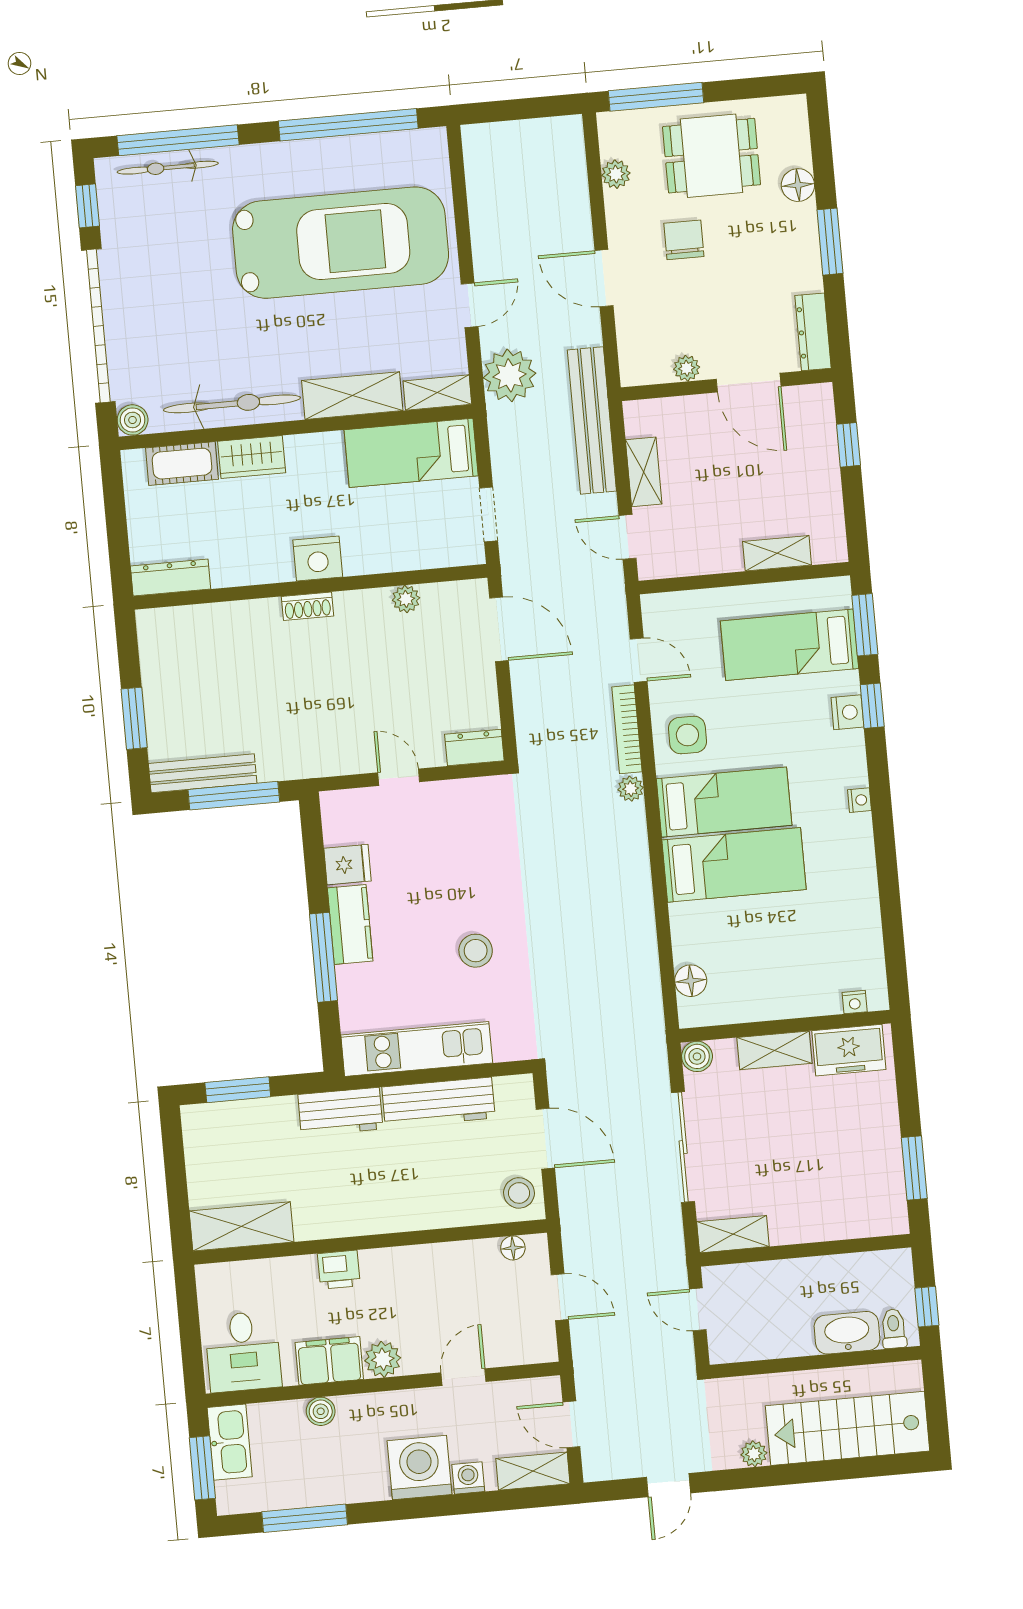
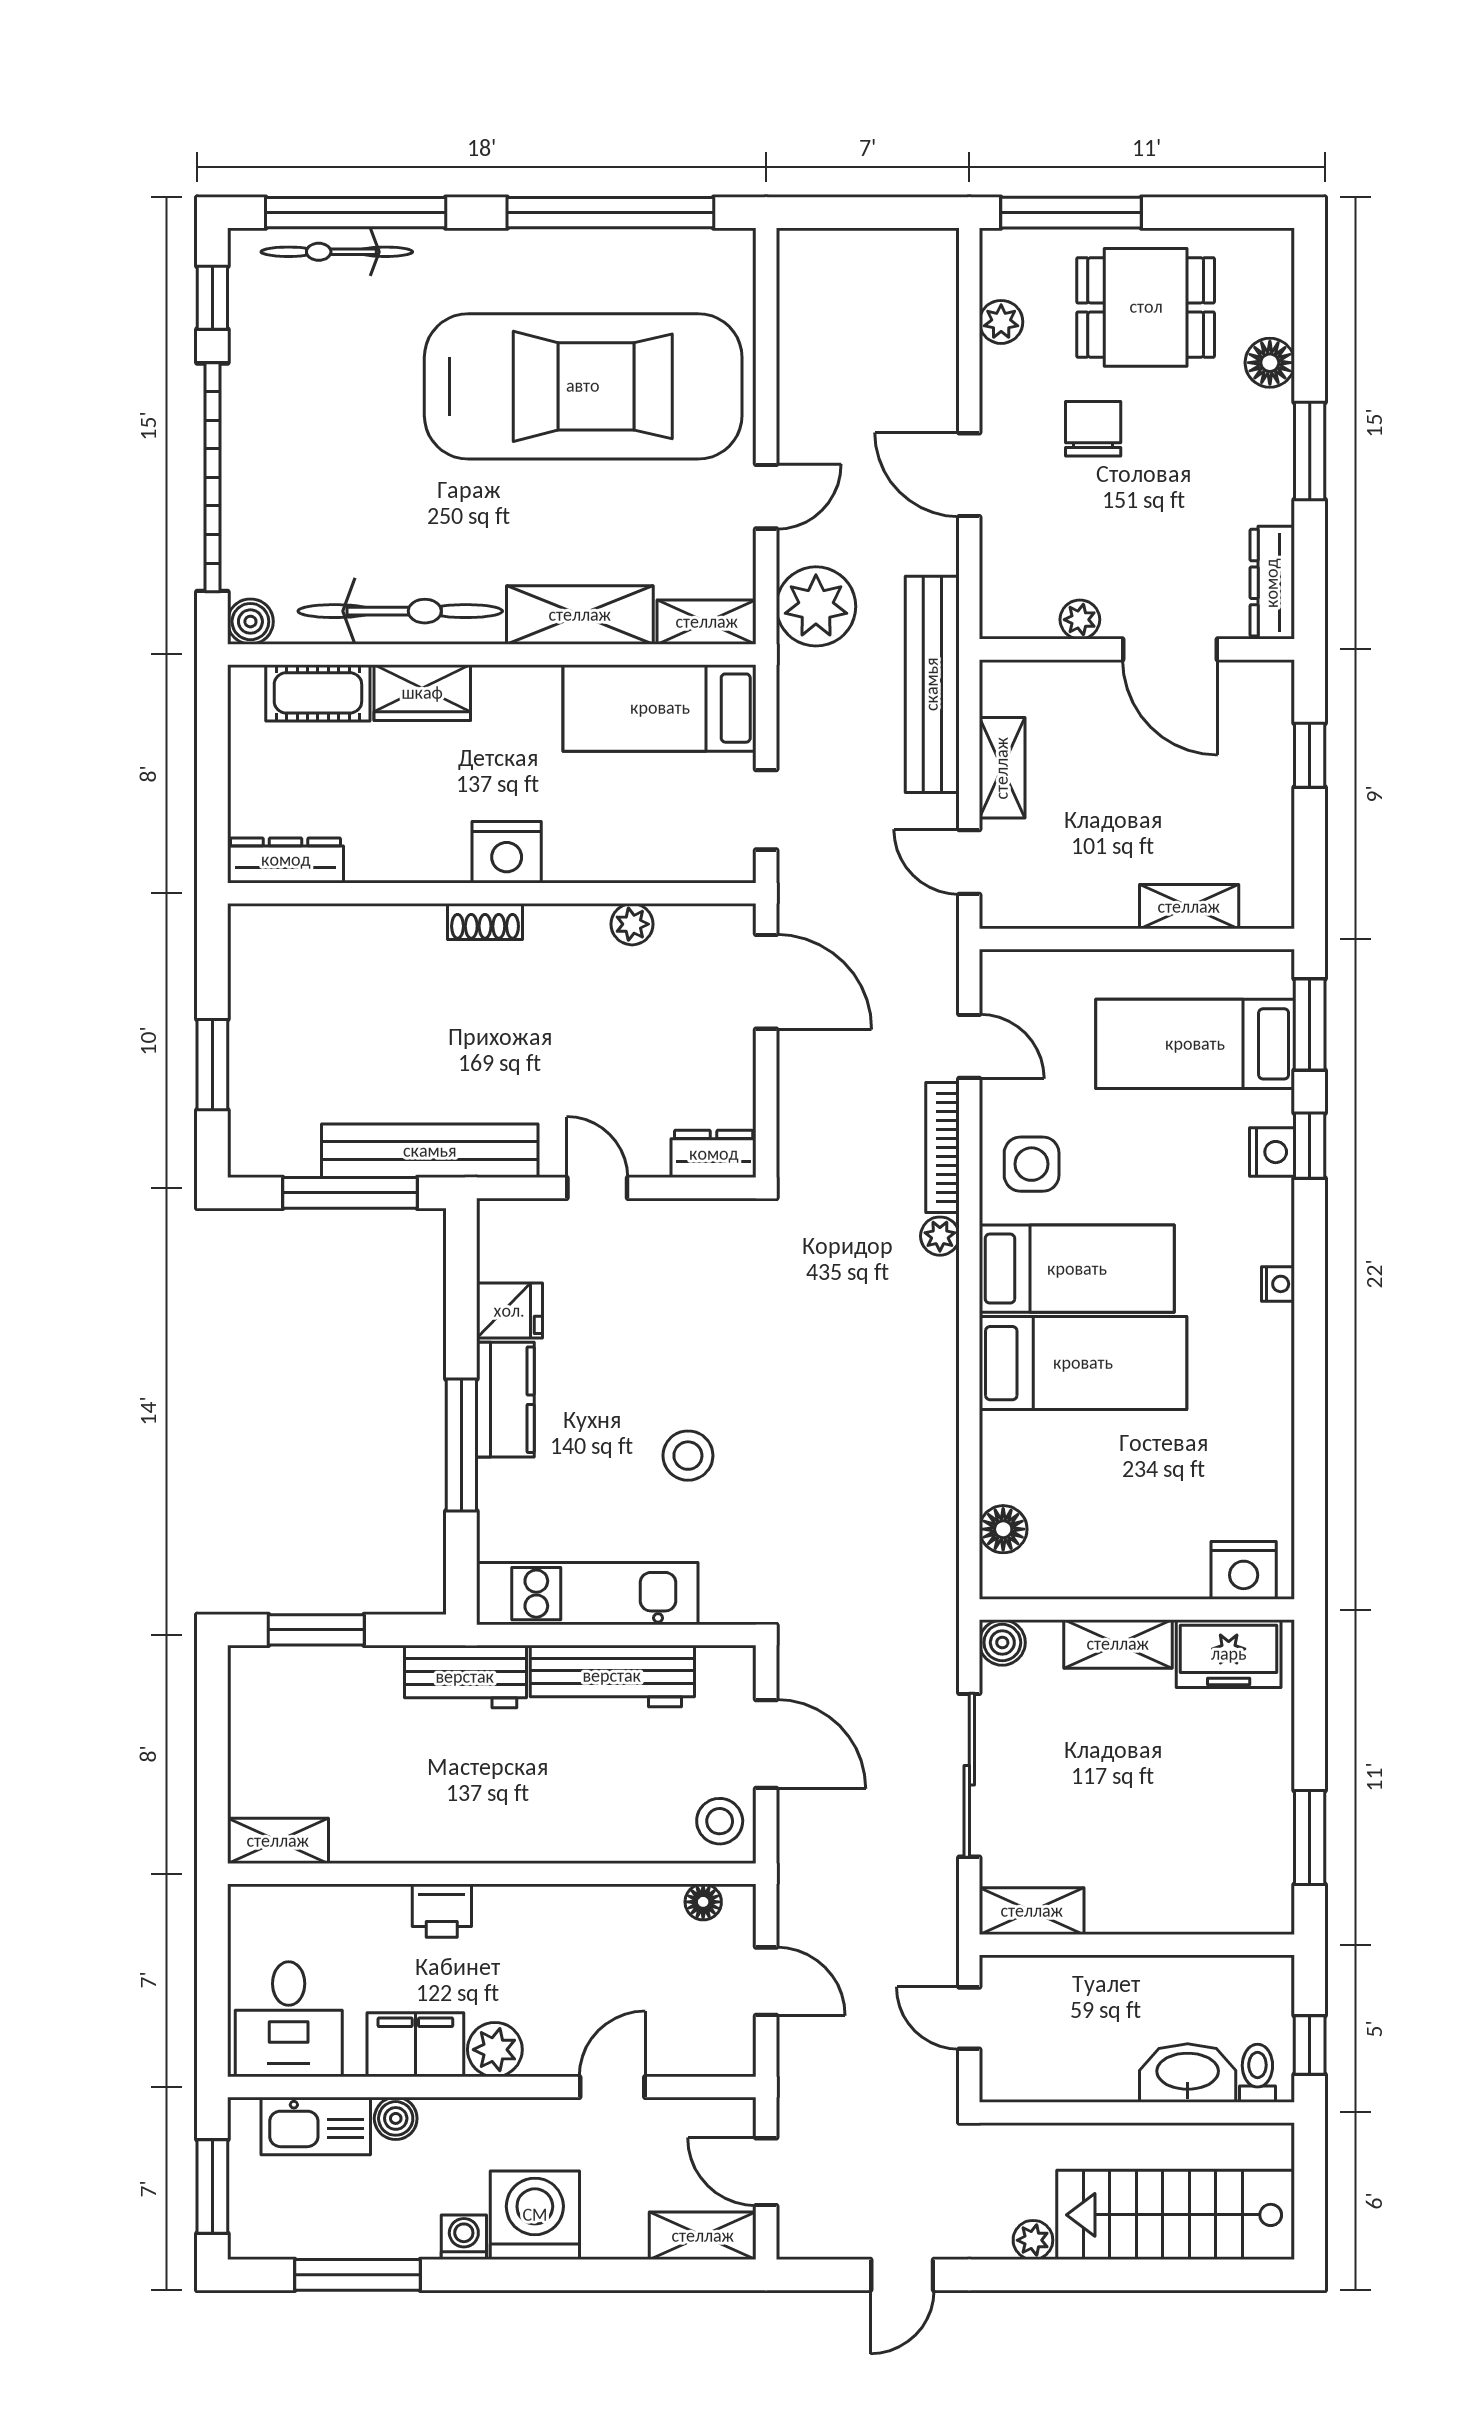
bench: (203, 773) -> (430, 1151), moved, width x1.37, depth x1.21
nightstand: (855, 1002) -> (1244, 1570), width x1.89, depth x1.79
shelving: (241, 1226) -> (278, 1841), width x0.67, depth x0.75
kitchen sink: (230, 1442) -> (316, 2126), moved, turned 90
washing machine: (468, 1478) -> (464, 2237), moved

